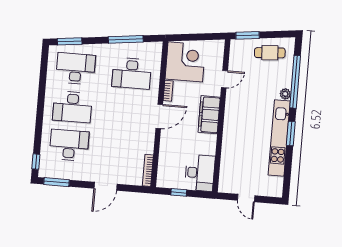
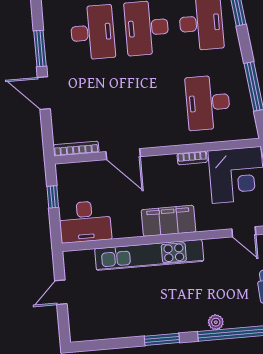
door: (224, 79) -> (244, 232), moved
door: (159, 116) -> (123, 154), moved
kitchen unit: (279, 138) -> (149, 255), moved, turned 180
window: (57, 182) -> (40, 49), moved

